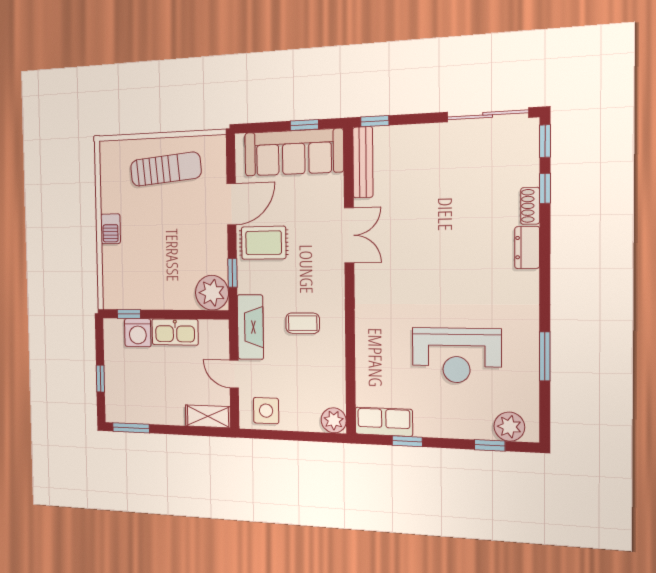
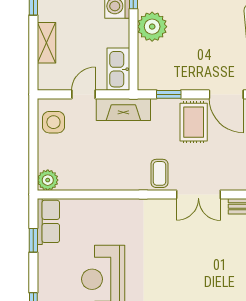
plant: (212, 293) -> (152, 27), moved
coffee table: (303, 323) -> (159, 173), moved
kitchen sink: (175, 332) -> (118, 69), moved
shelving: (208, 416) -> (46, 43), moved

